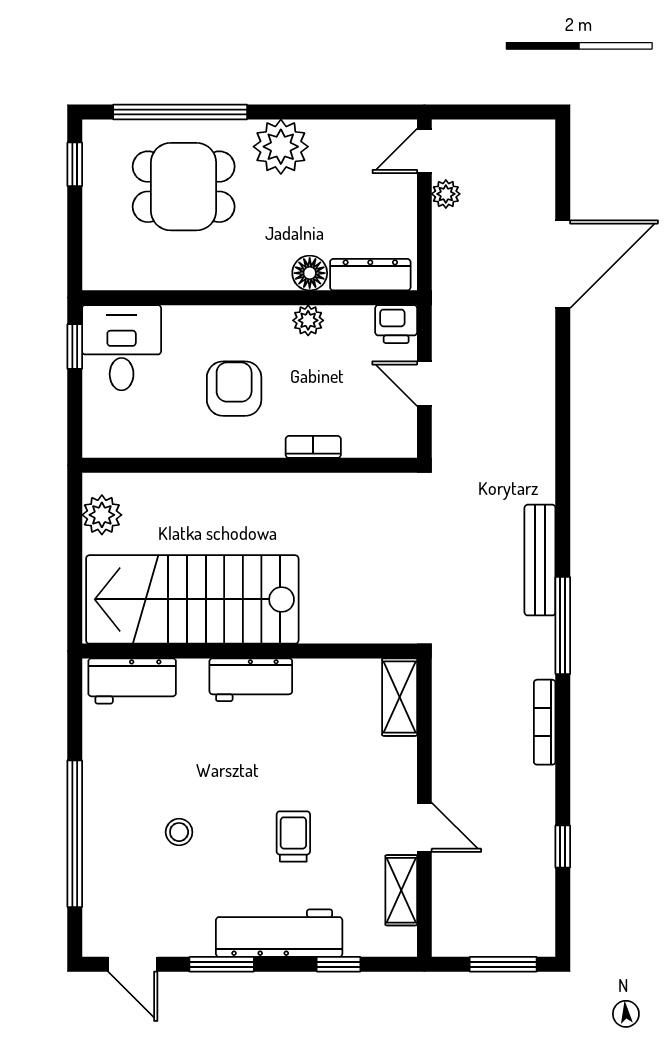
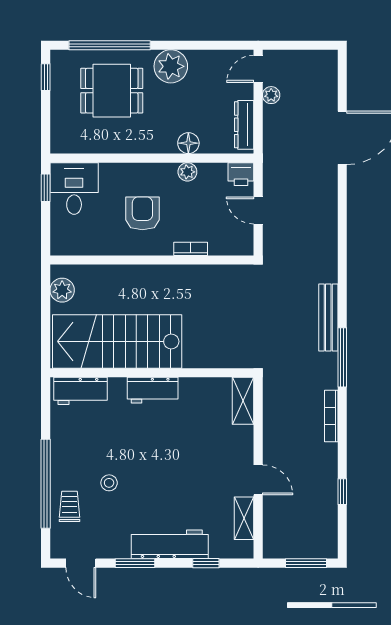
dresser: (370, 275) -> (244, 125), moved, turned -90
trolley: (293, 836) -> (70, 506), moved

